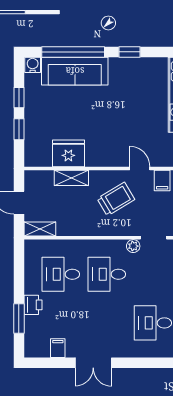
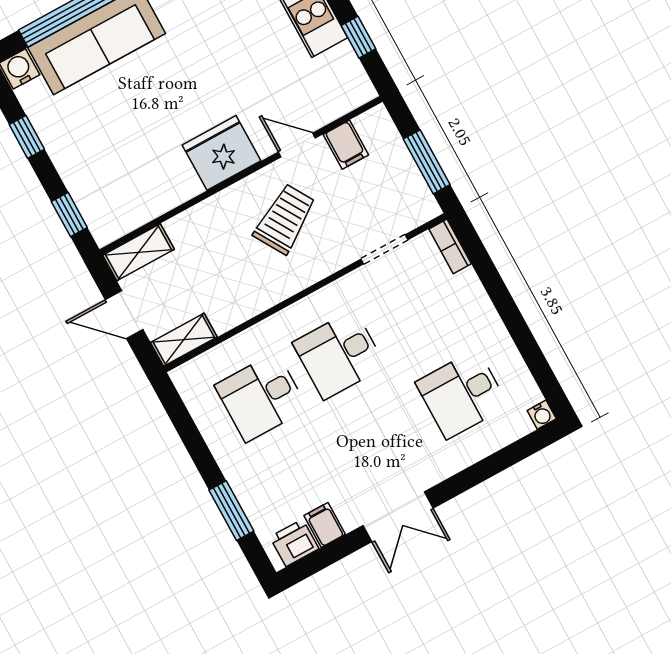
window: (19, 129) -> (69, 215), moved
fridge: (68, 153) -> (222, 153), moved
shelving: (71, 178) -> (139, 252), moved
plant: (133, 246) -> (358, 282), removed
printer: (33, 305) -> (294, 543), moved, turned -90

